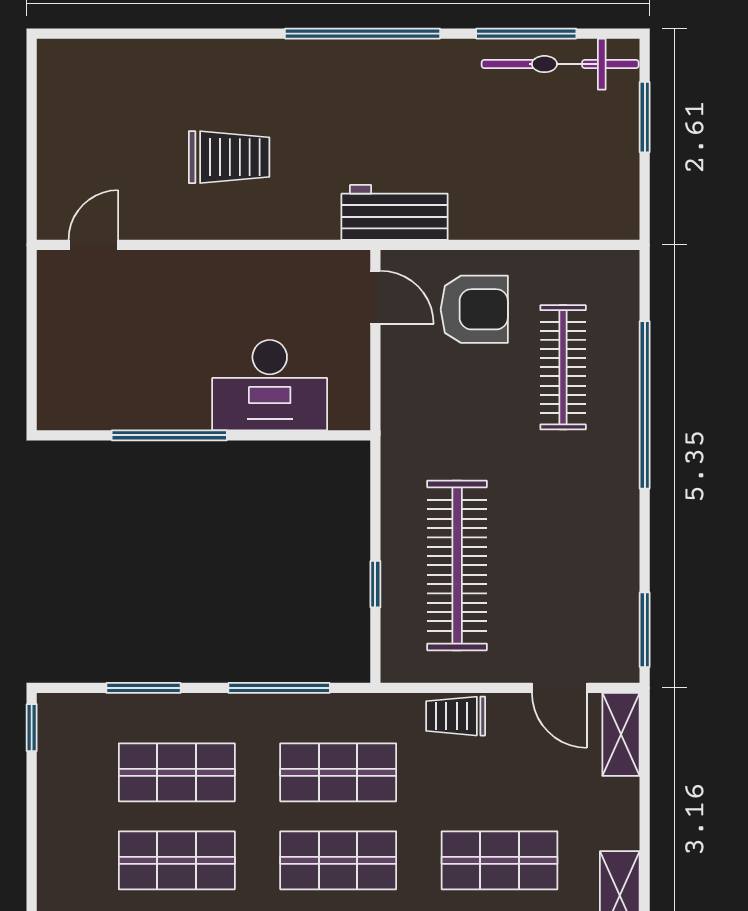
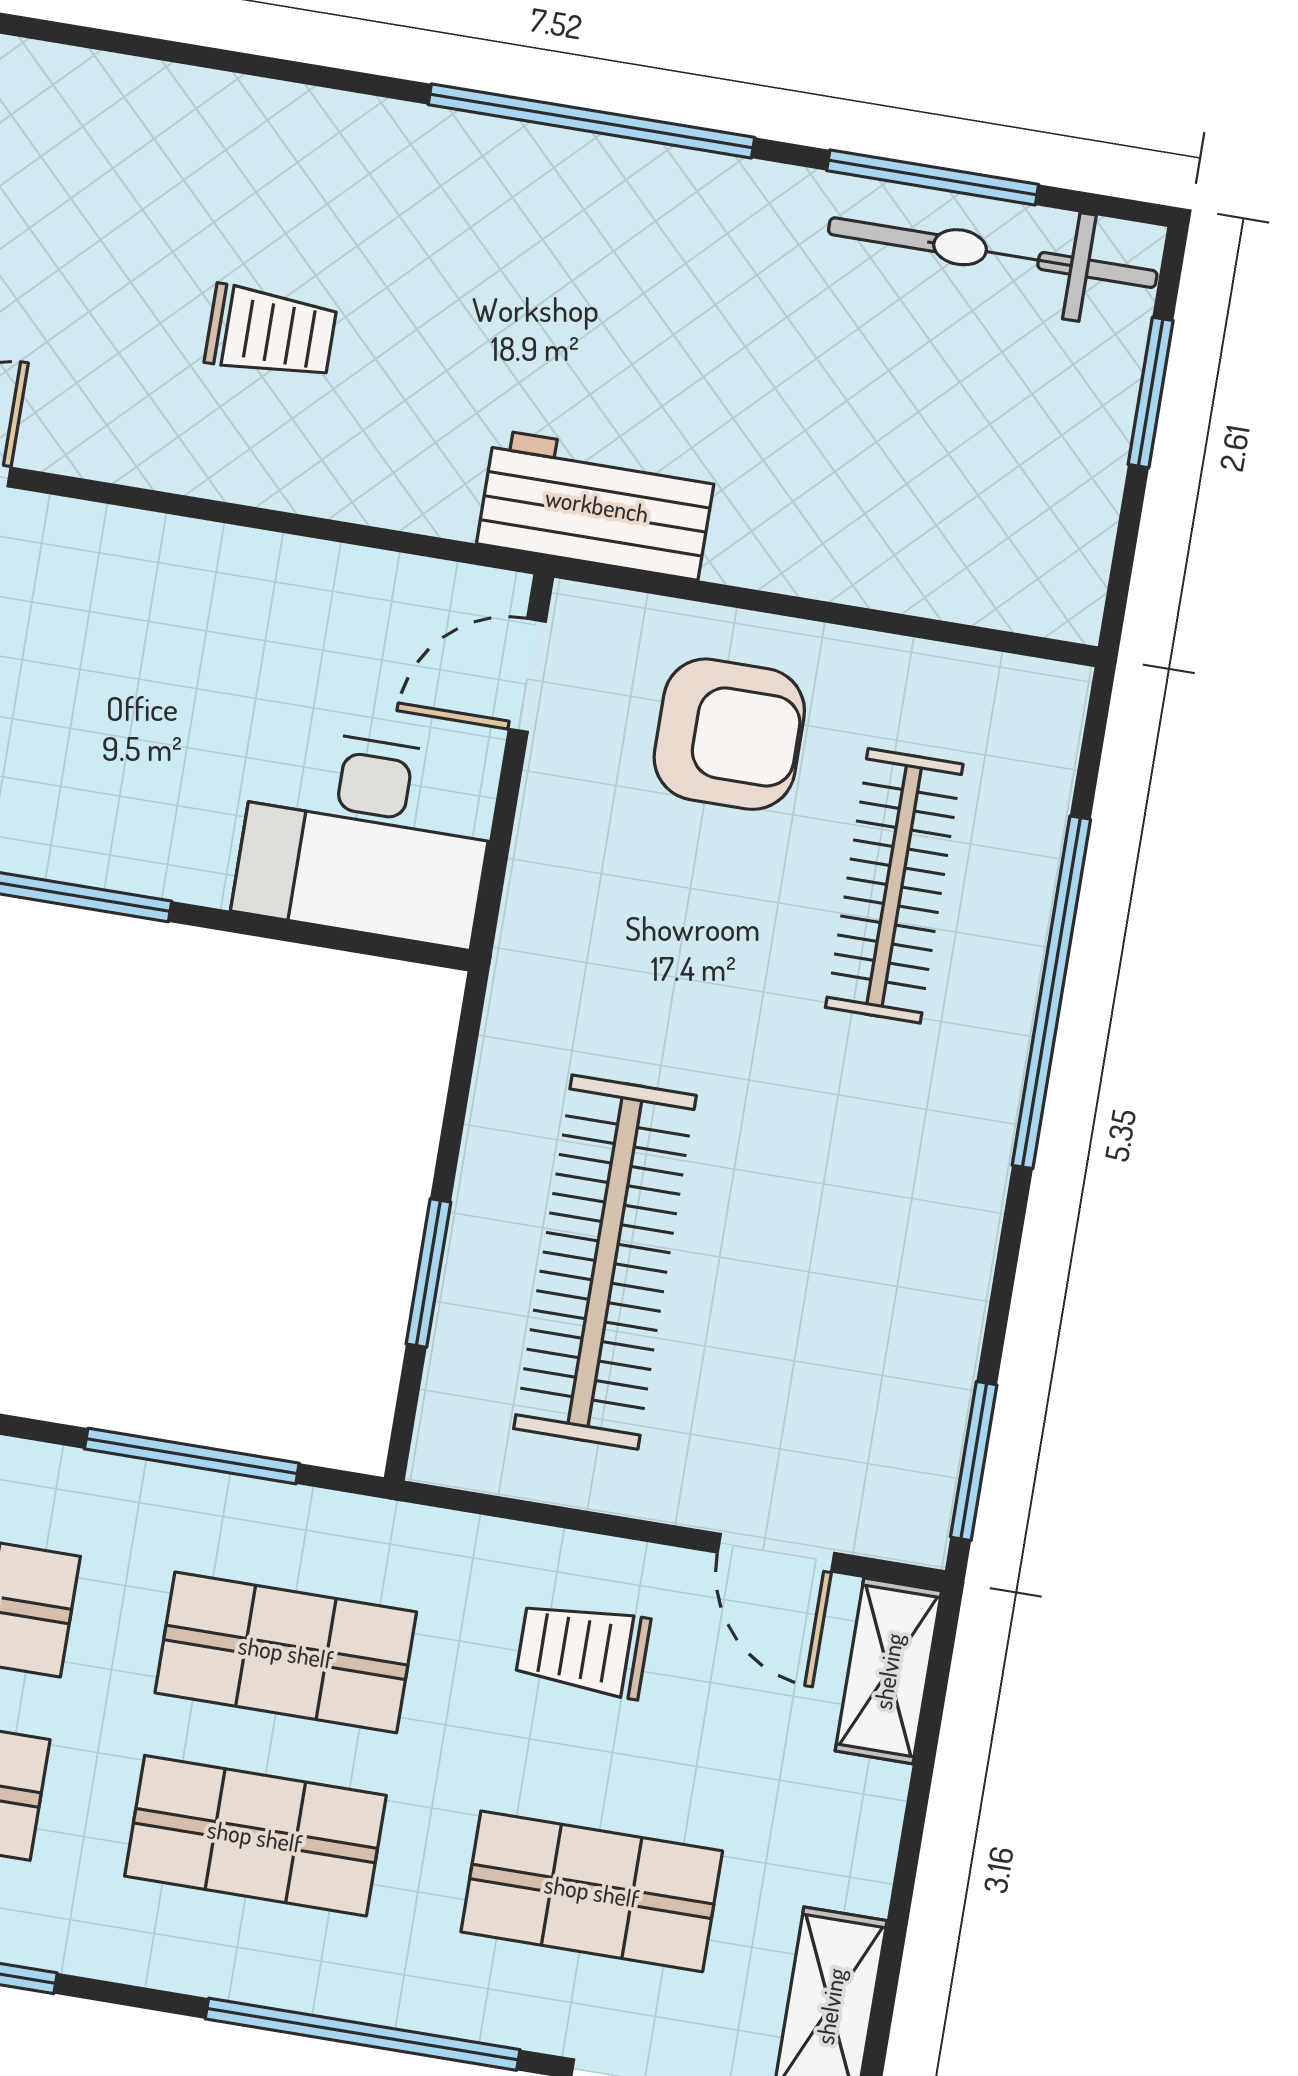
trolley: (229, 157) -> (271, 332), width x0.73, depth x0.72
door: (375, 297) -> (527, 675), swing flipped
desk: (270, 385) -> (366, 836), moved
window: (375, 584) -> (428, 1273), width x1.50
trolley: (456, 716) -> (583, 1649), moved

